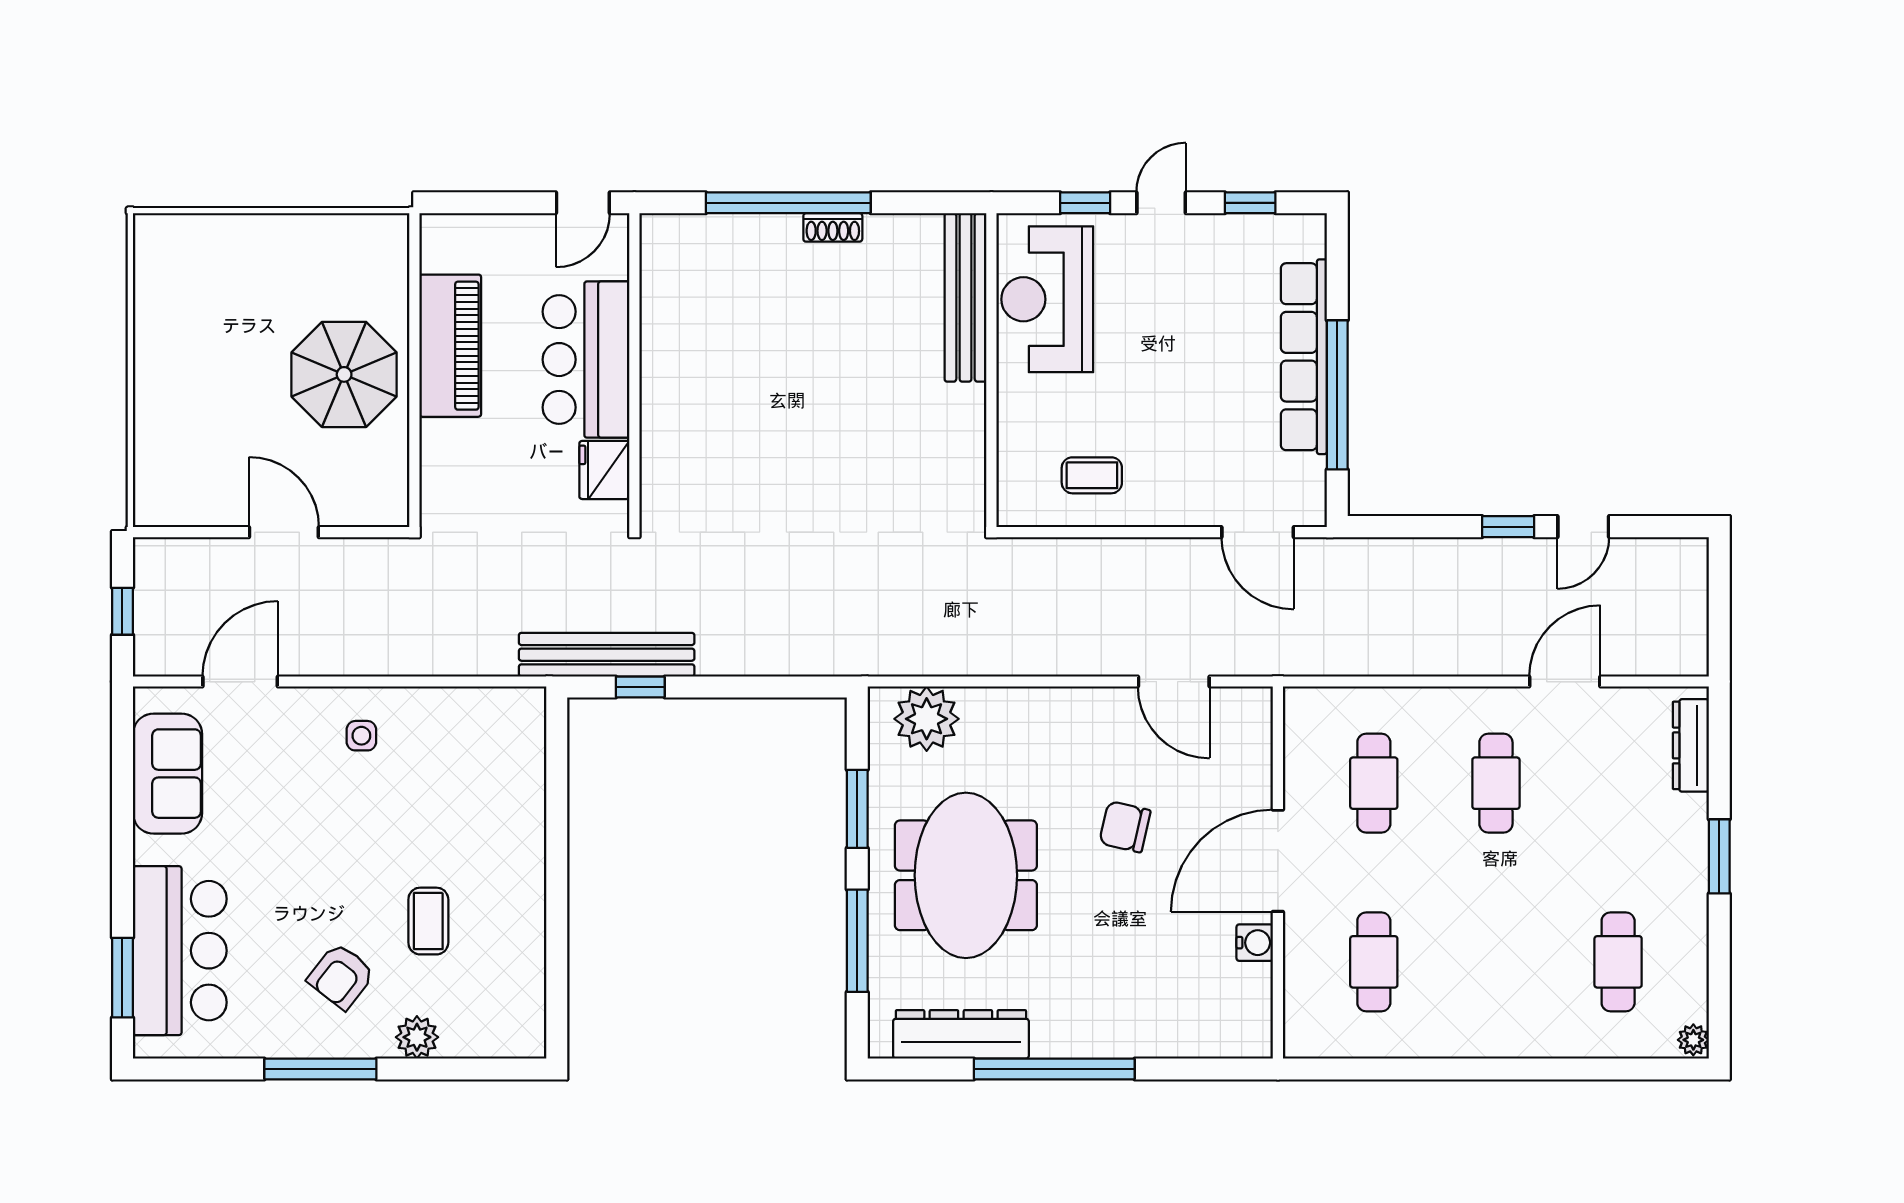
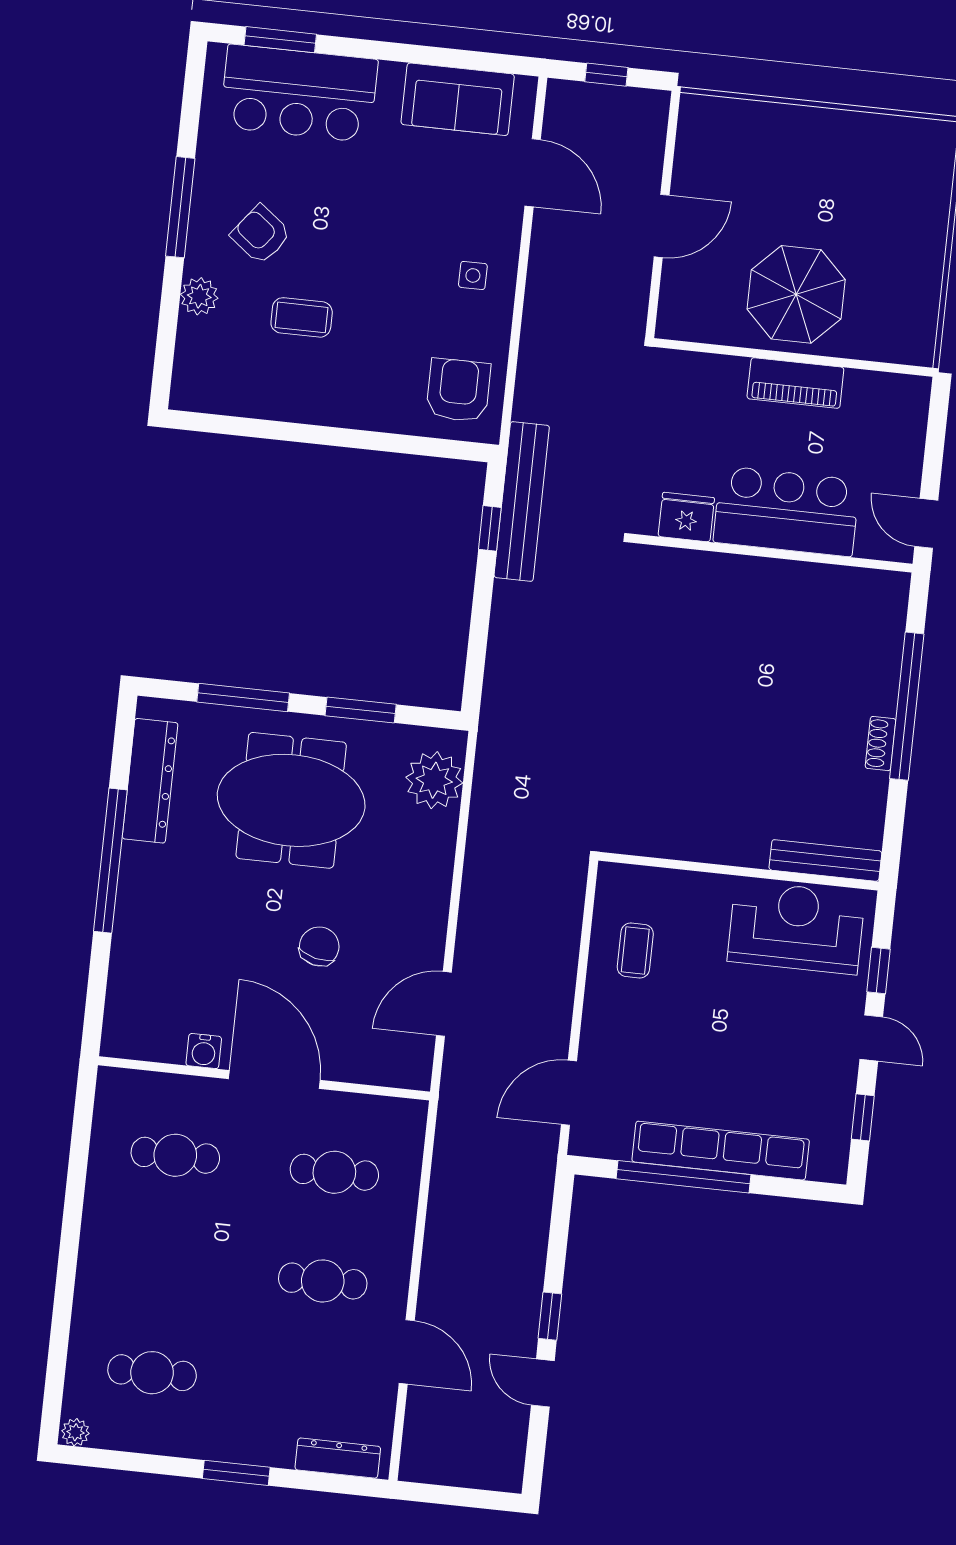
bench: (966, 297) -> (825, 860), width x0.73, depth x0.82
piano: (450, 346) -> (795, 383), width x0.73, depth x0.75
armchair: (491, 738) -> (458, 390), added

